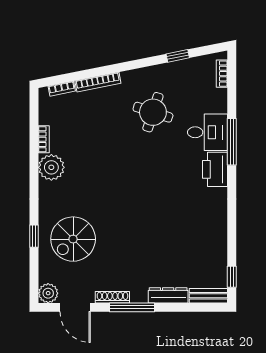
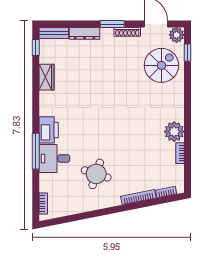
window: (178, 56) -> (77, 217), removed
window: (34, 236) -> (188, 53), moved
wardrobe: (218, 238) -> (46, 77), added
spiral stairs: (73, 239) -> (161, 65), moved
window: (132, 307) -> (112, 24), width x0.69

